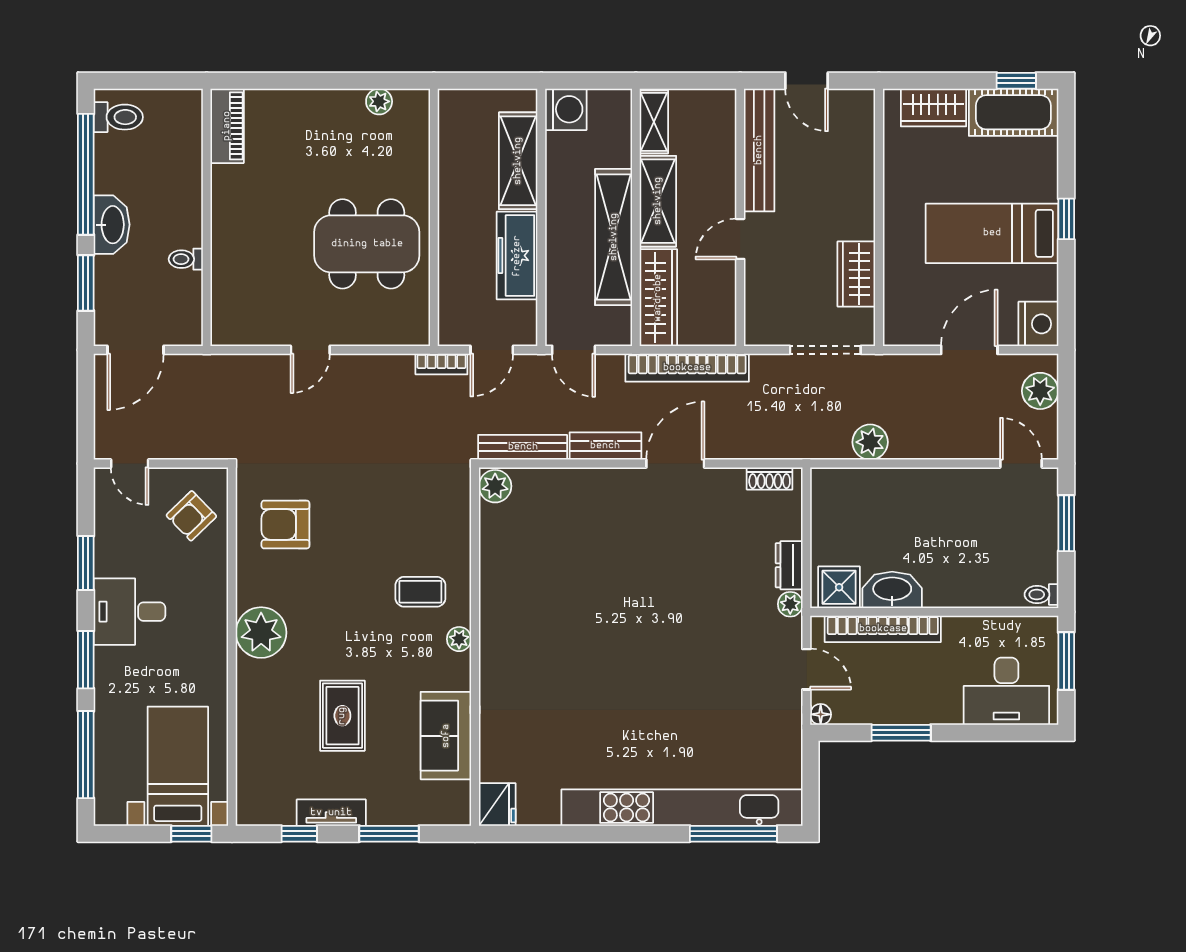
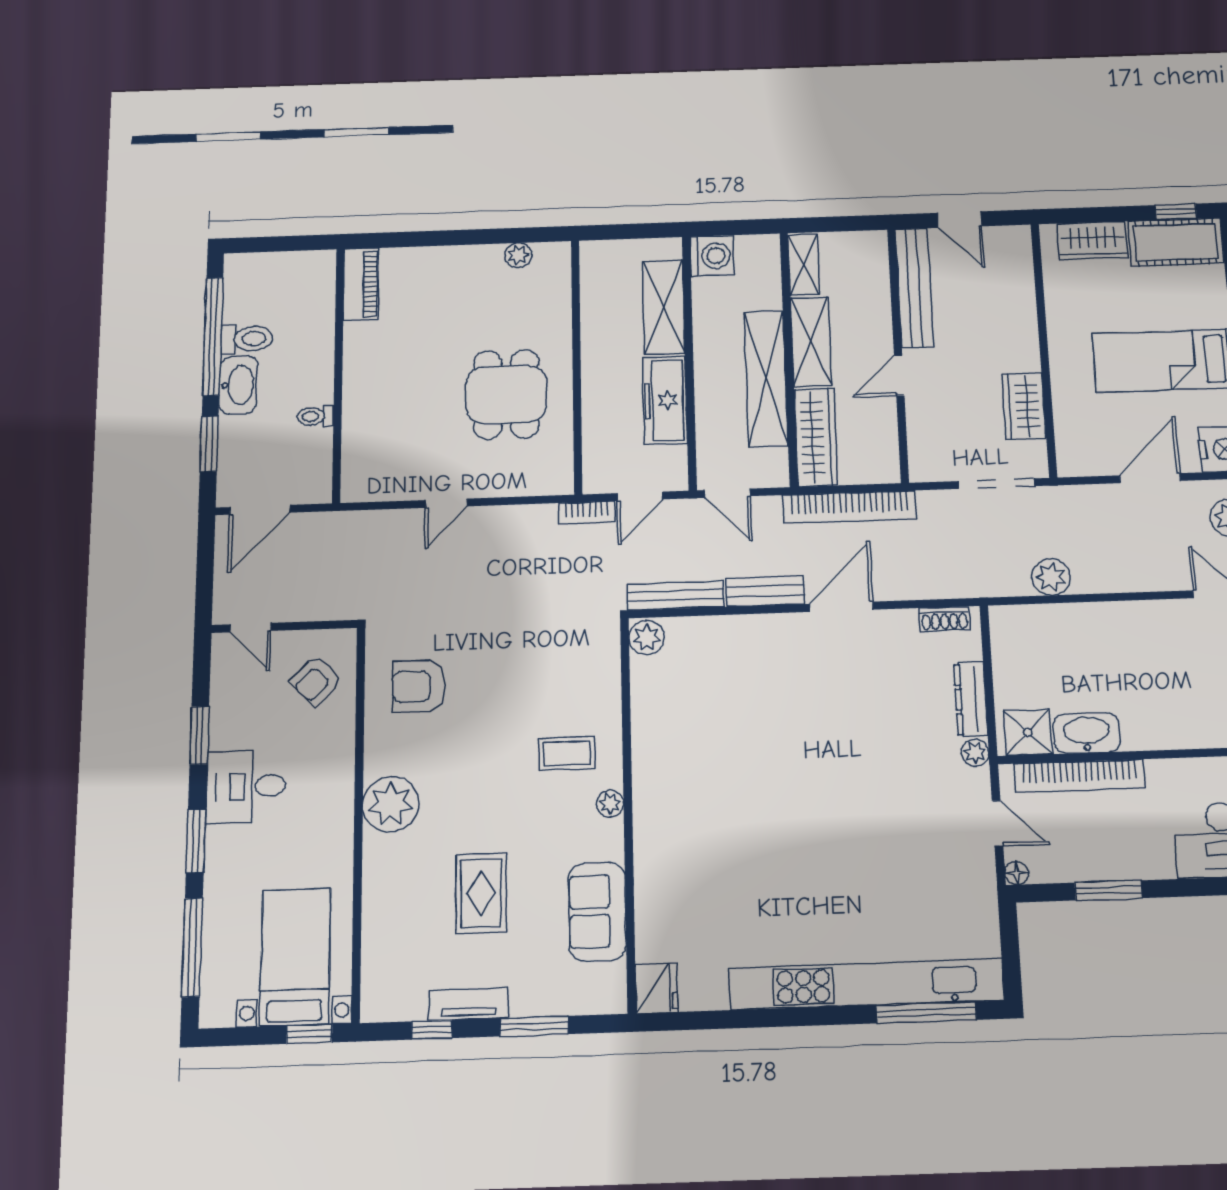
toilet: (118, 117) -> (247, 339), moved
dining table: (367, 244) -> (506, 394), width x0.73
dresser: (789, 565) -> (971, 699), width x1.44

